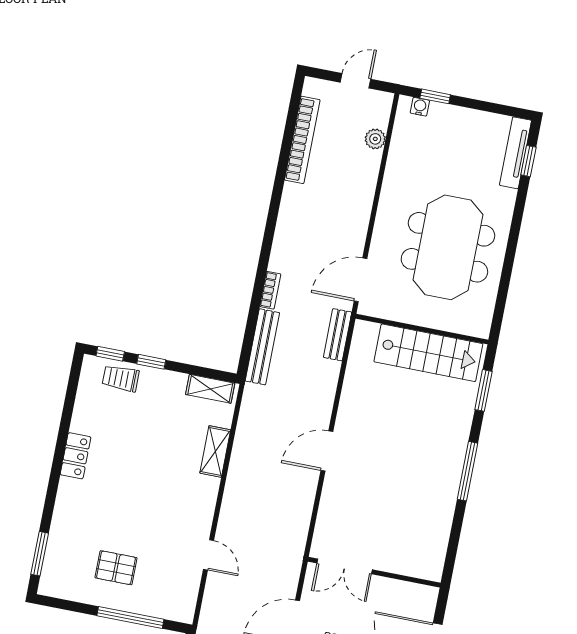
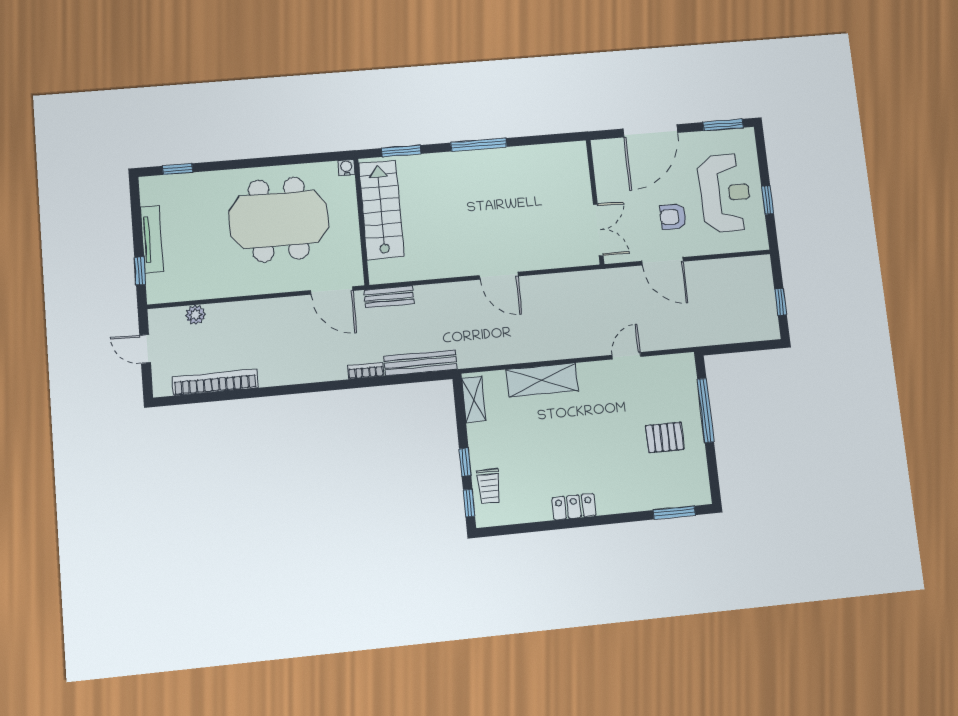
water cooler: (420, 107) -> (346, 168), moved, turned 90
tv unit: (515, 153) -> (152, 239), moved, turned -90
shelving: (215, 451) -> (542, 380), width x1.50, depth x1.33
pallet: (116, 568) -> (665, 437), turned 90

